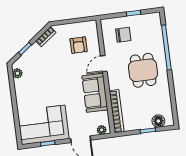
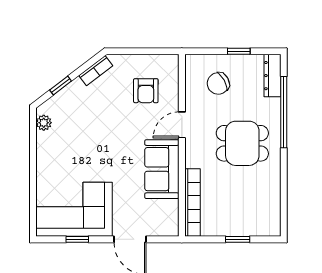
dresser: (156, 26) -> (272, 76), added
chair: (123, 35) -> (218, 83), turned 151
dining table: (143, 70) -> (242, 143), turned 90
floor lamp: (158, 121) -> (256, 226), removed
plant: (102, 130) -> (165, 229), removed

